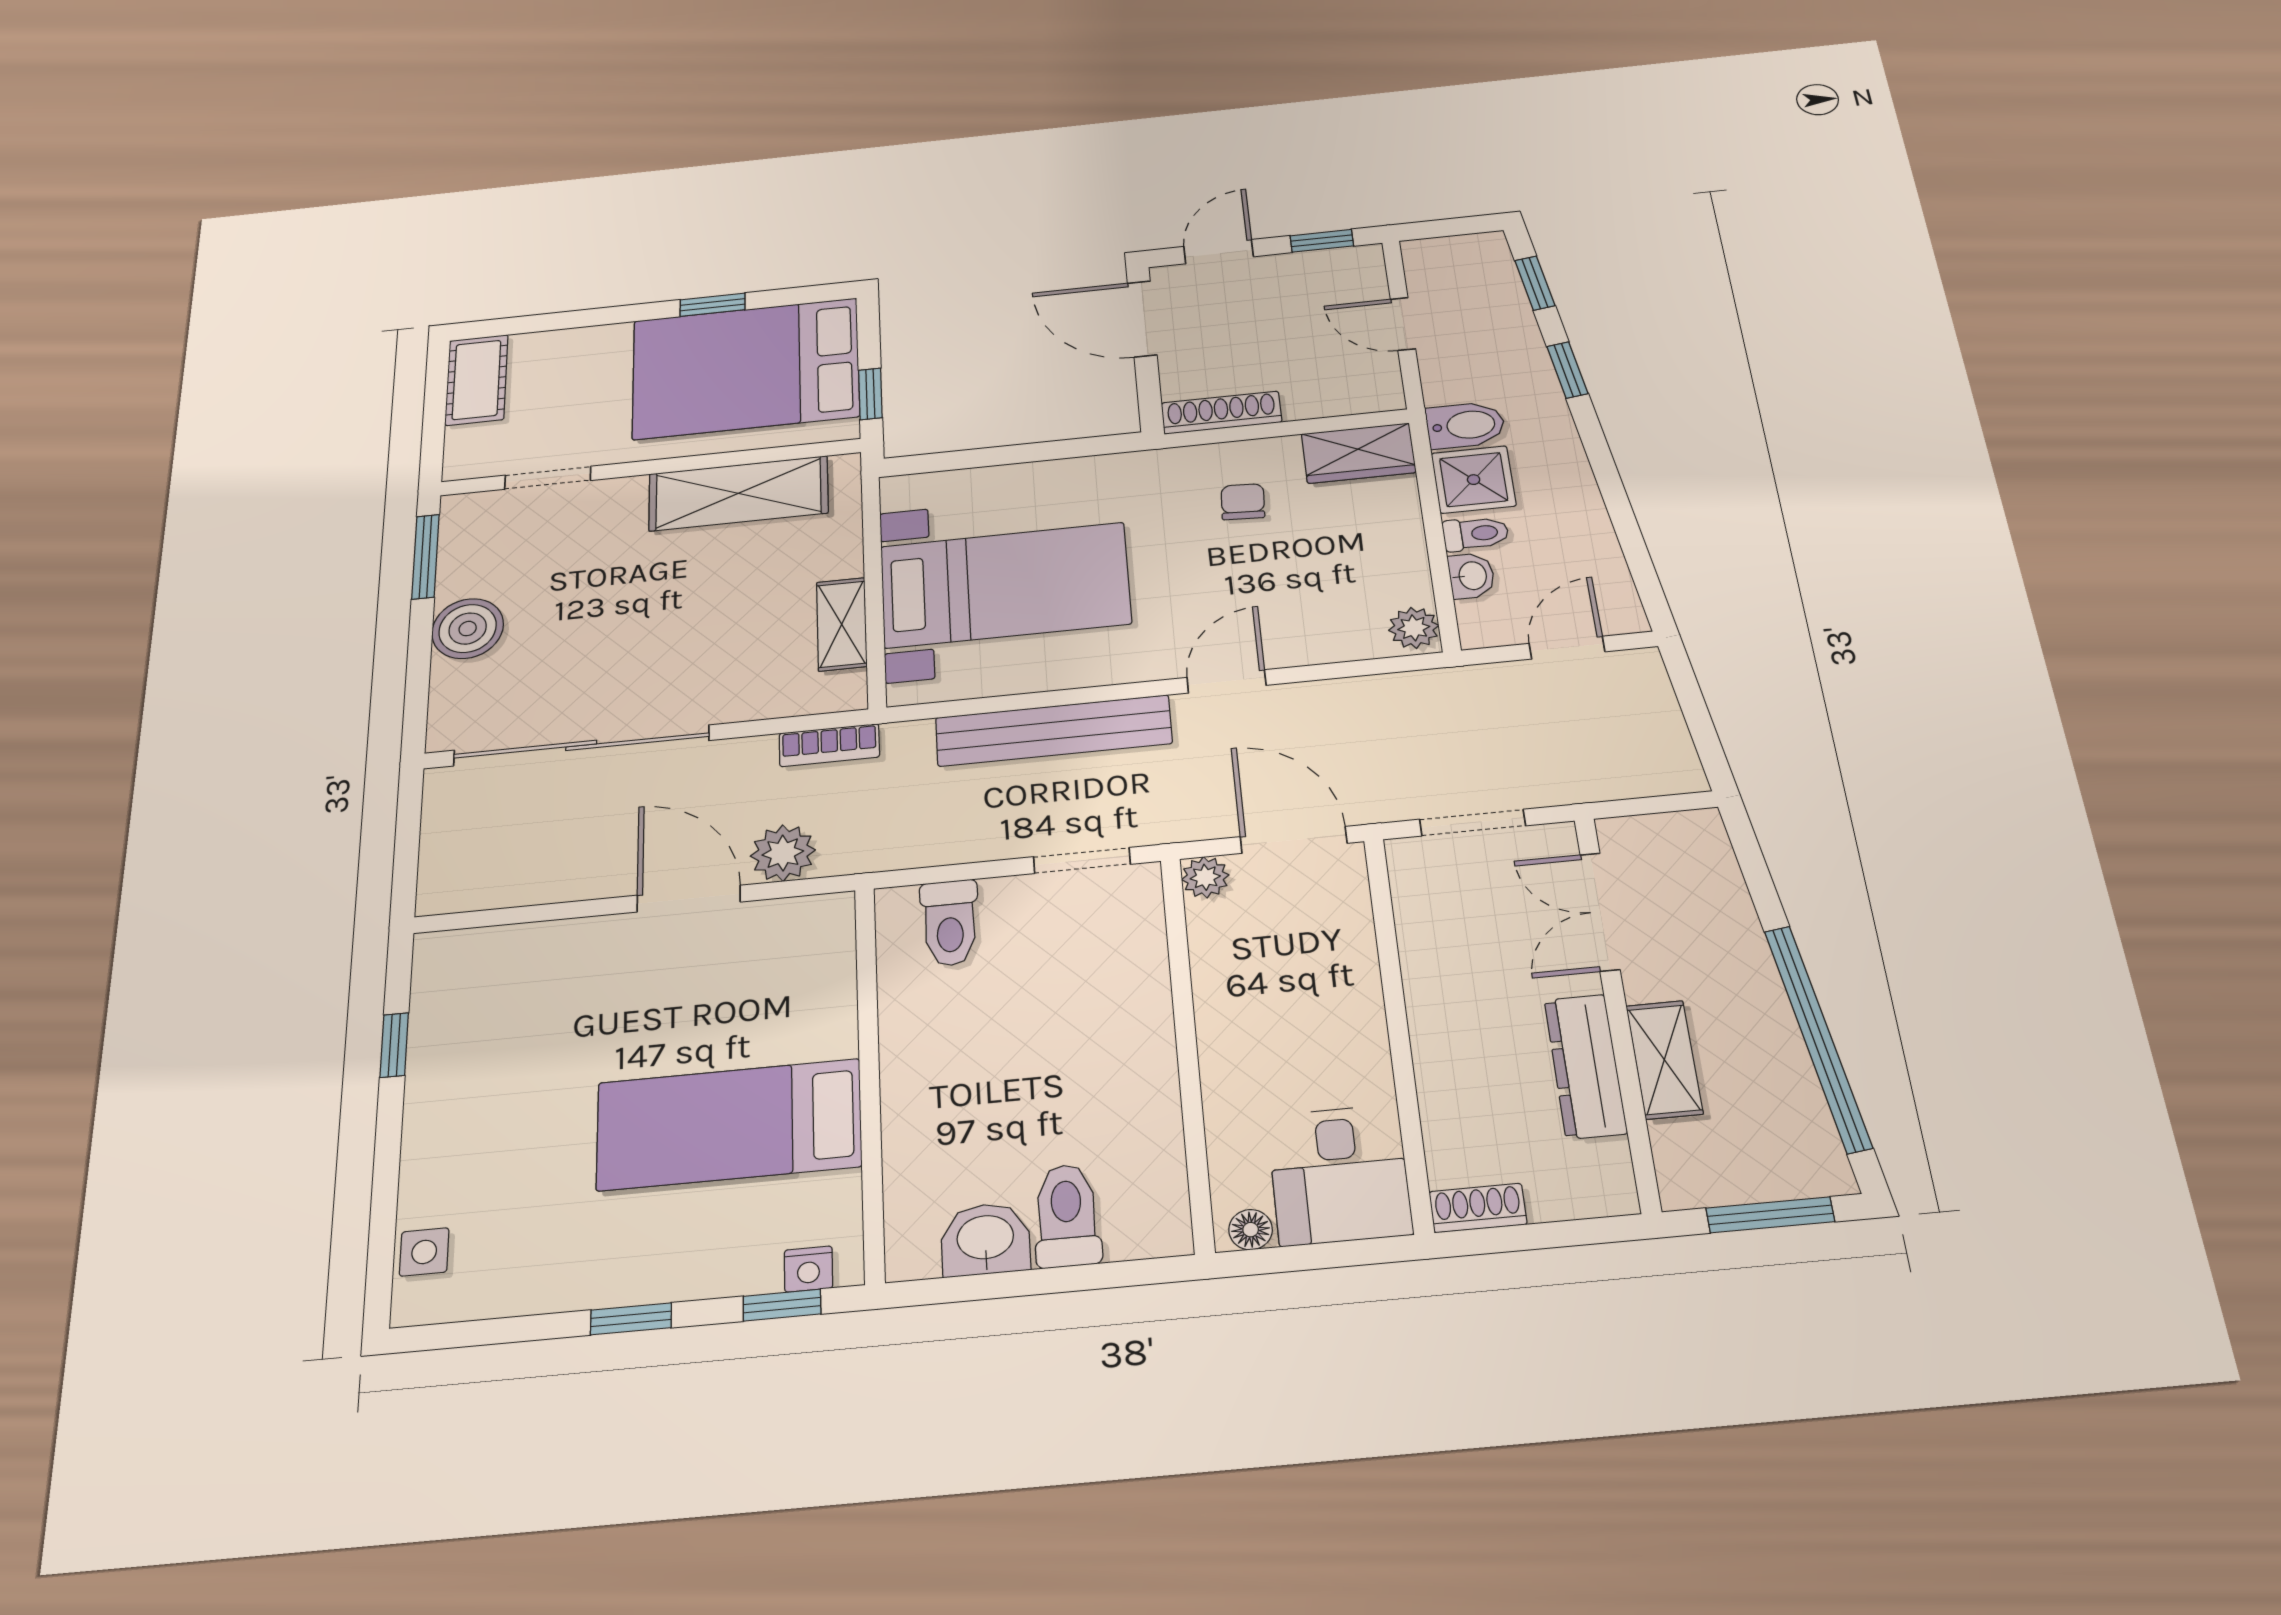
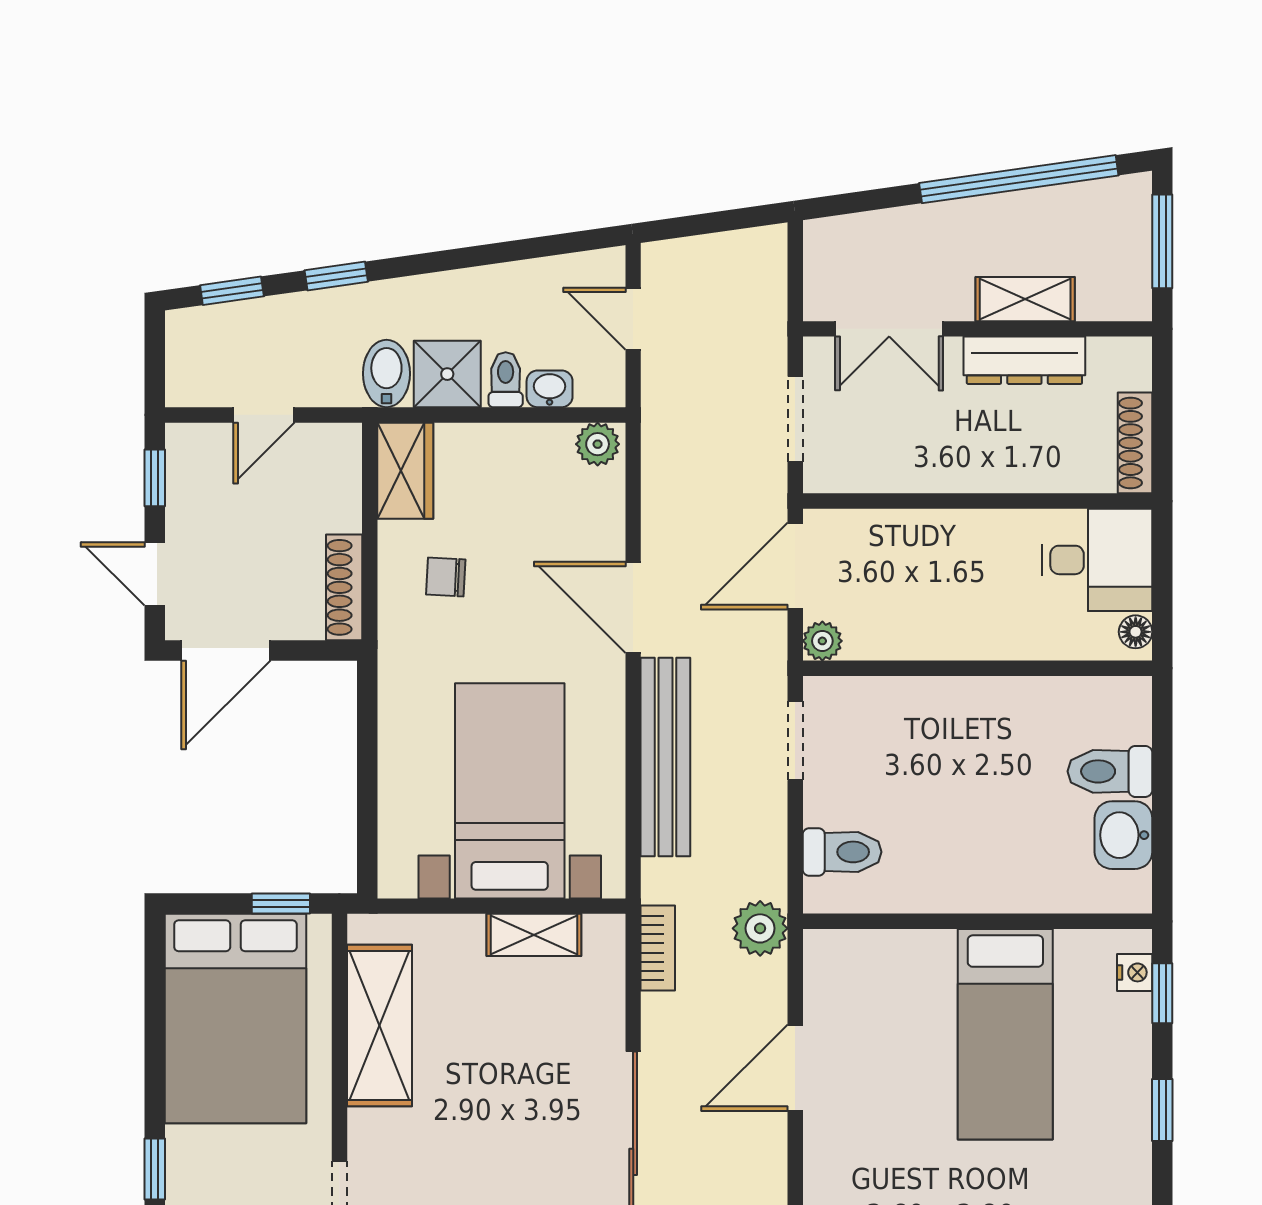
window: (712, 305) -> (155, 1169), moved
door: (1226, 681) -> (633, 607), width x1.38
plant: (783, 853) -> (760, 928), moved
shoe rack: (1478, 1208) -> (1135, 443), width x1.43

